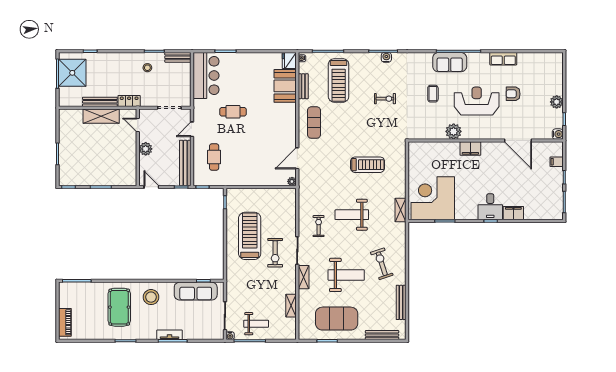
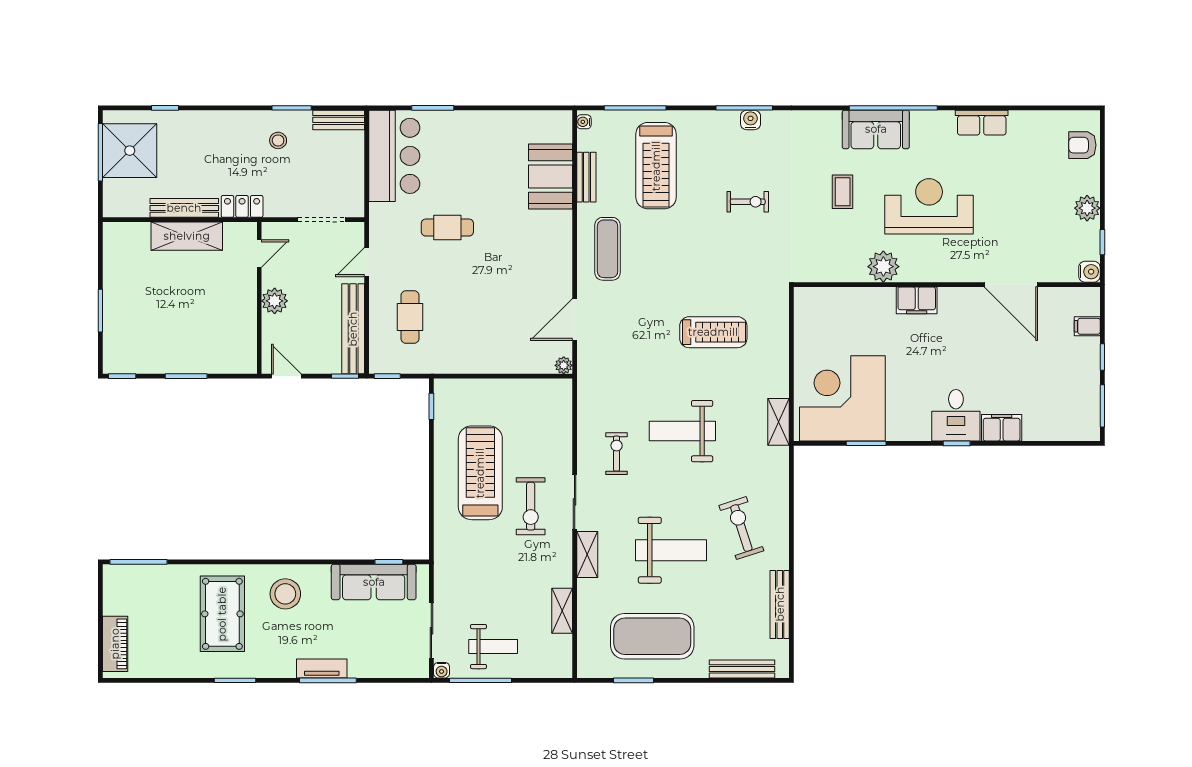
fridge: (289, 60) -> (559, 126), removed
armchair: (513, 94) -> (1082, 145), moved
door: (138, 125) -> (259, 254), swing flipped

